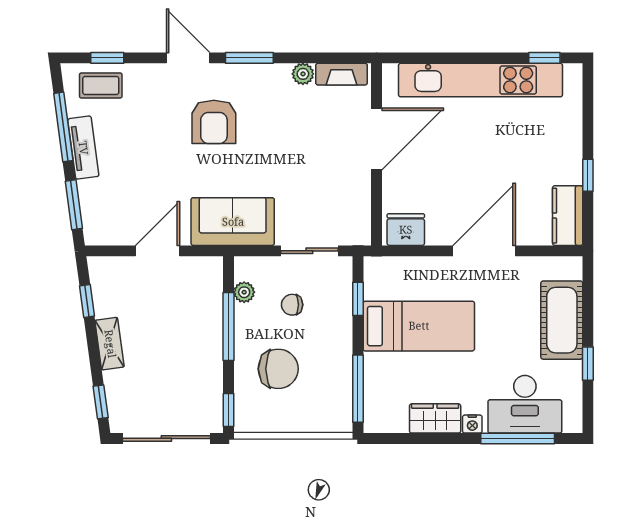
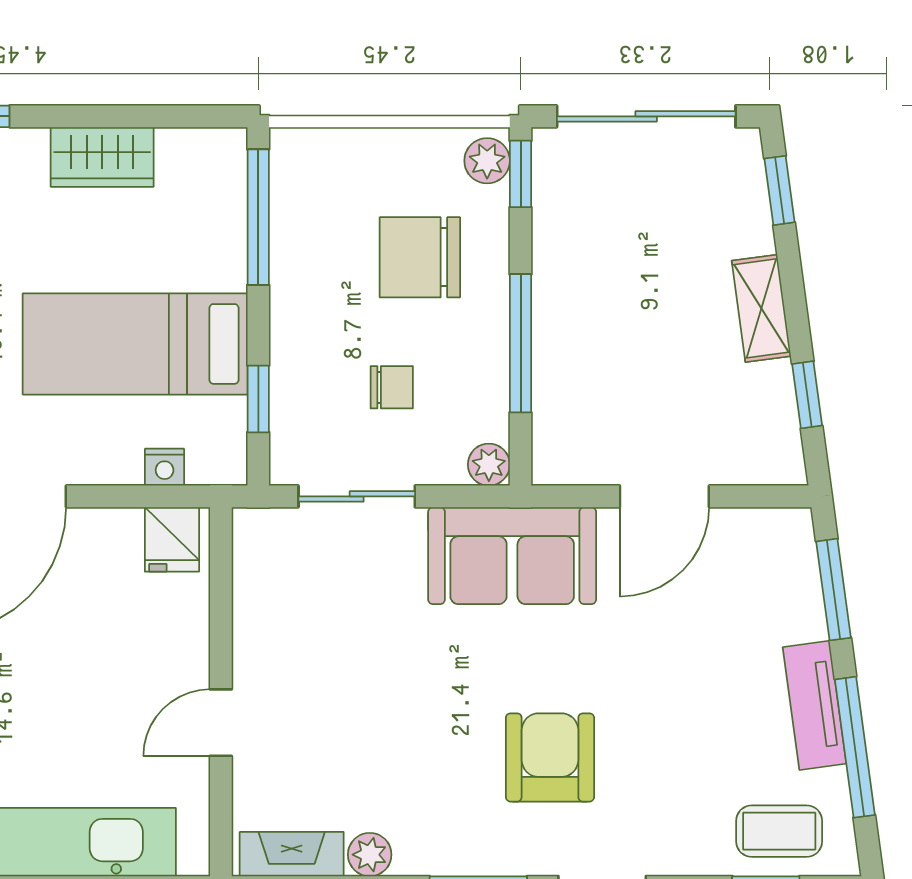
door: (376, 139) -> (221, 723), width x0.53
fridge: (406, 230) -> (172, 539), width x0.72
plant: (244, 292) -> (489, 465), moved
plant: (245, 417) -> (487, 161), added
nightstand: (472, 424) -> (165, 467), moved, turned 180

